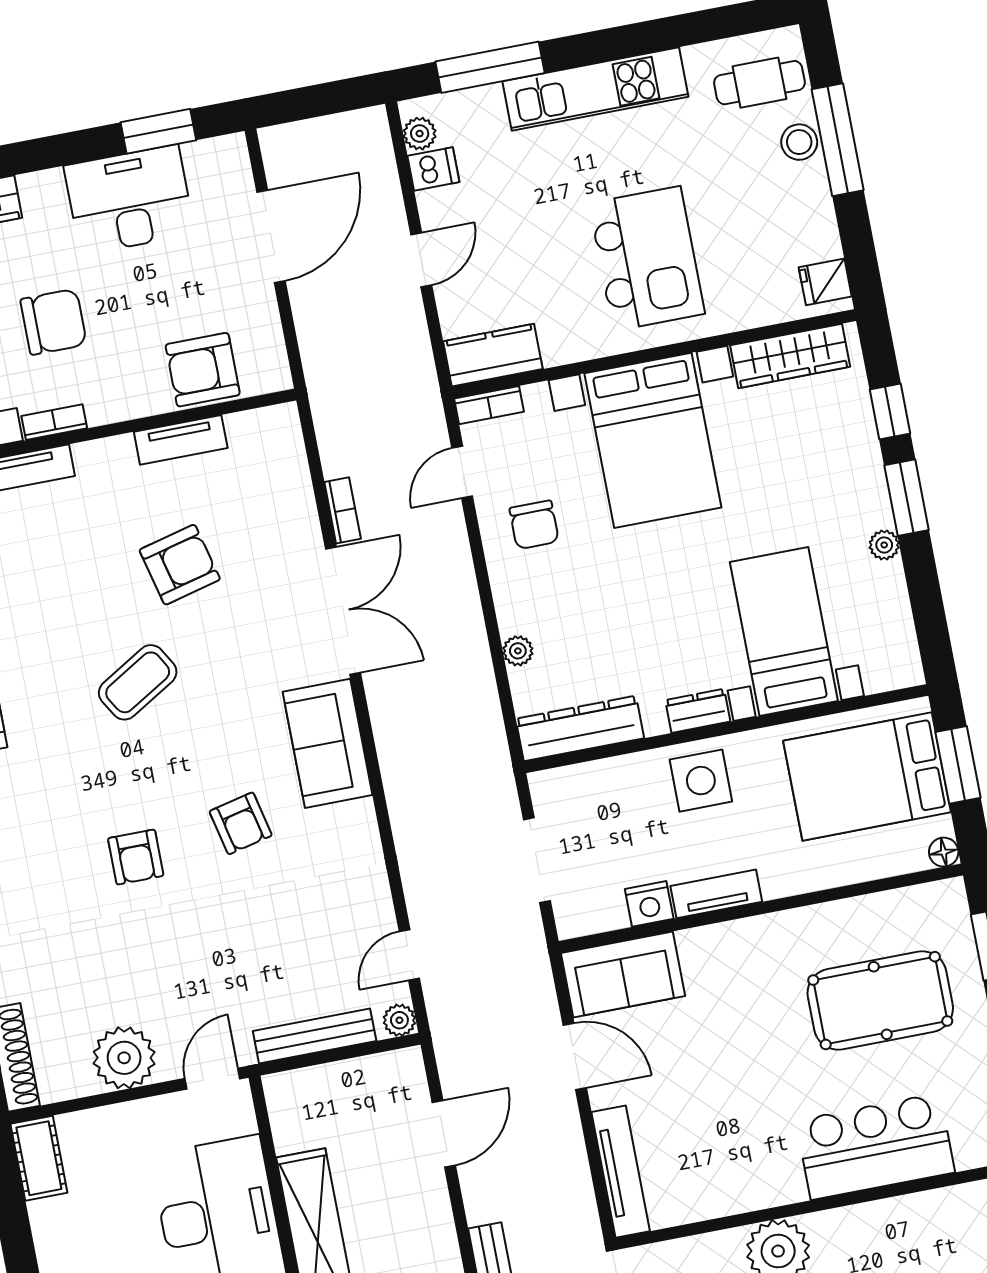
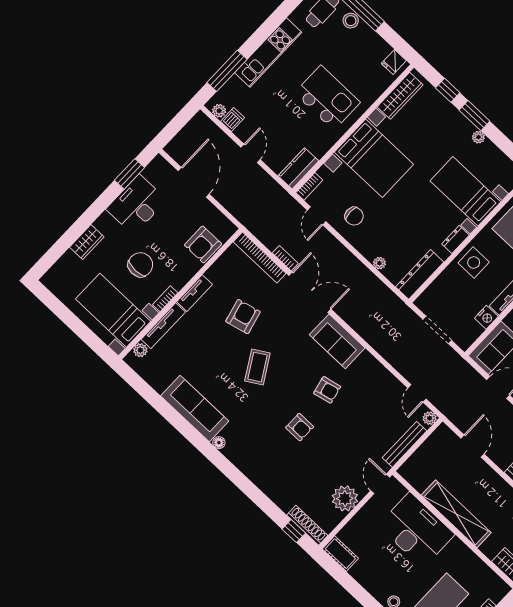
tv unit: (181, 440) -> (195, 293), moved
bookcase: (294, 474) -> (260, 258), added

